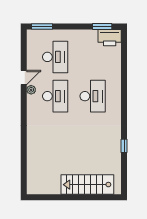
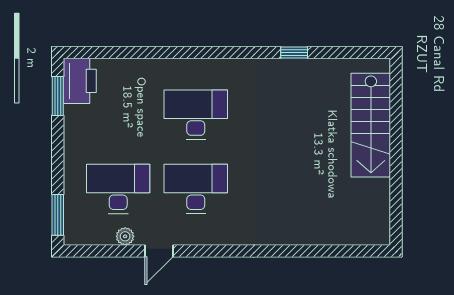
door: (24, 78) -> (159, 251), swing flipped
plant: (31, 90) -> (125, 236), moved

